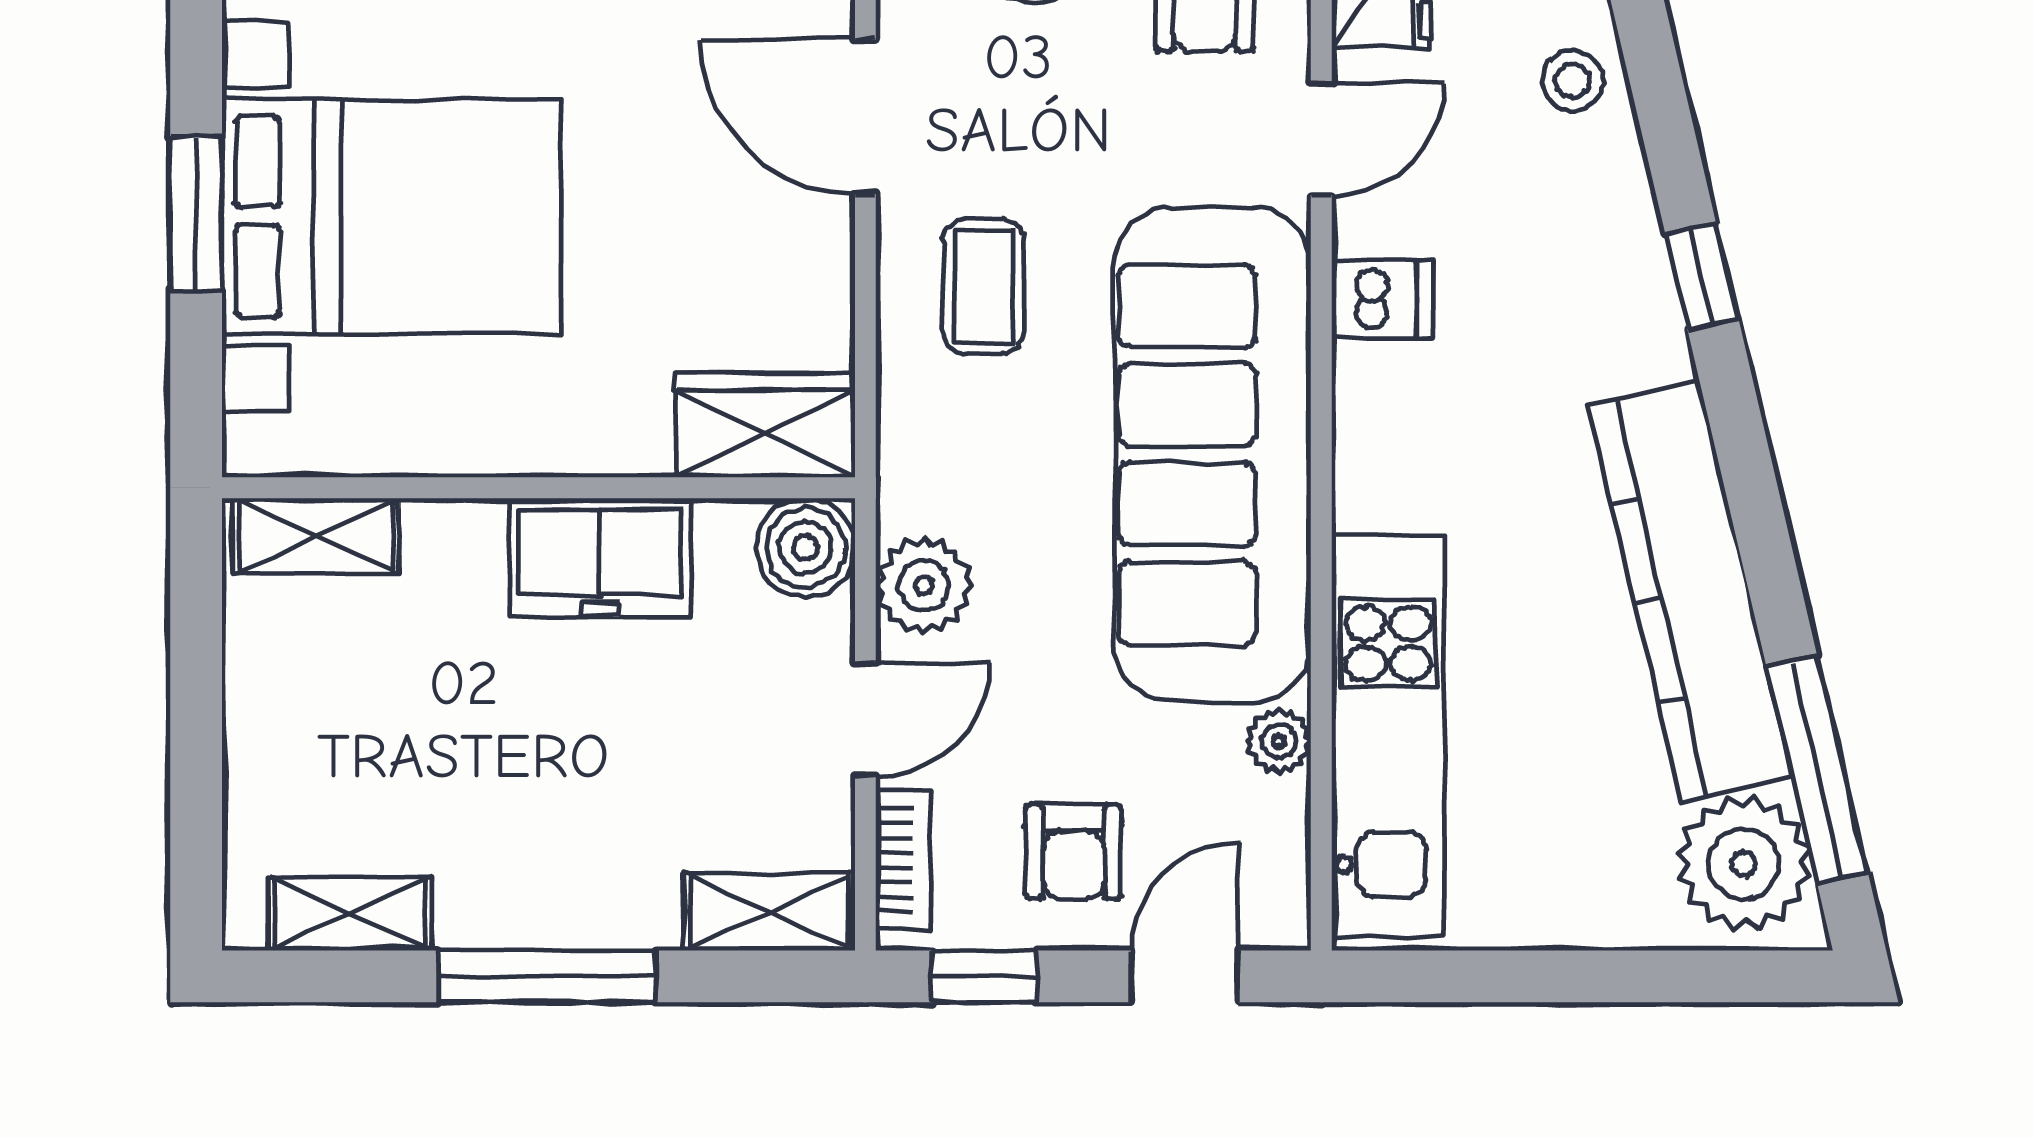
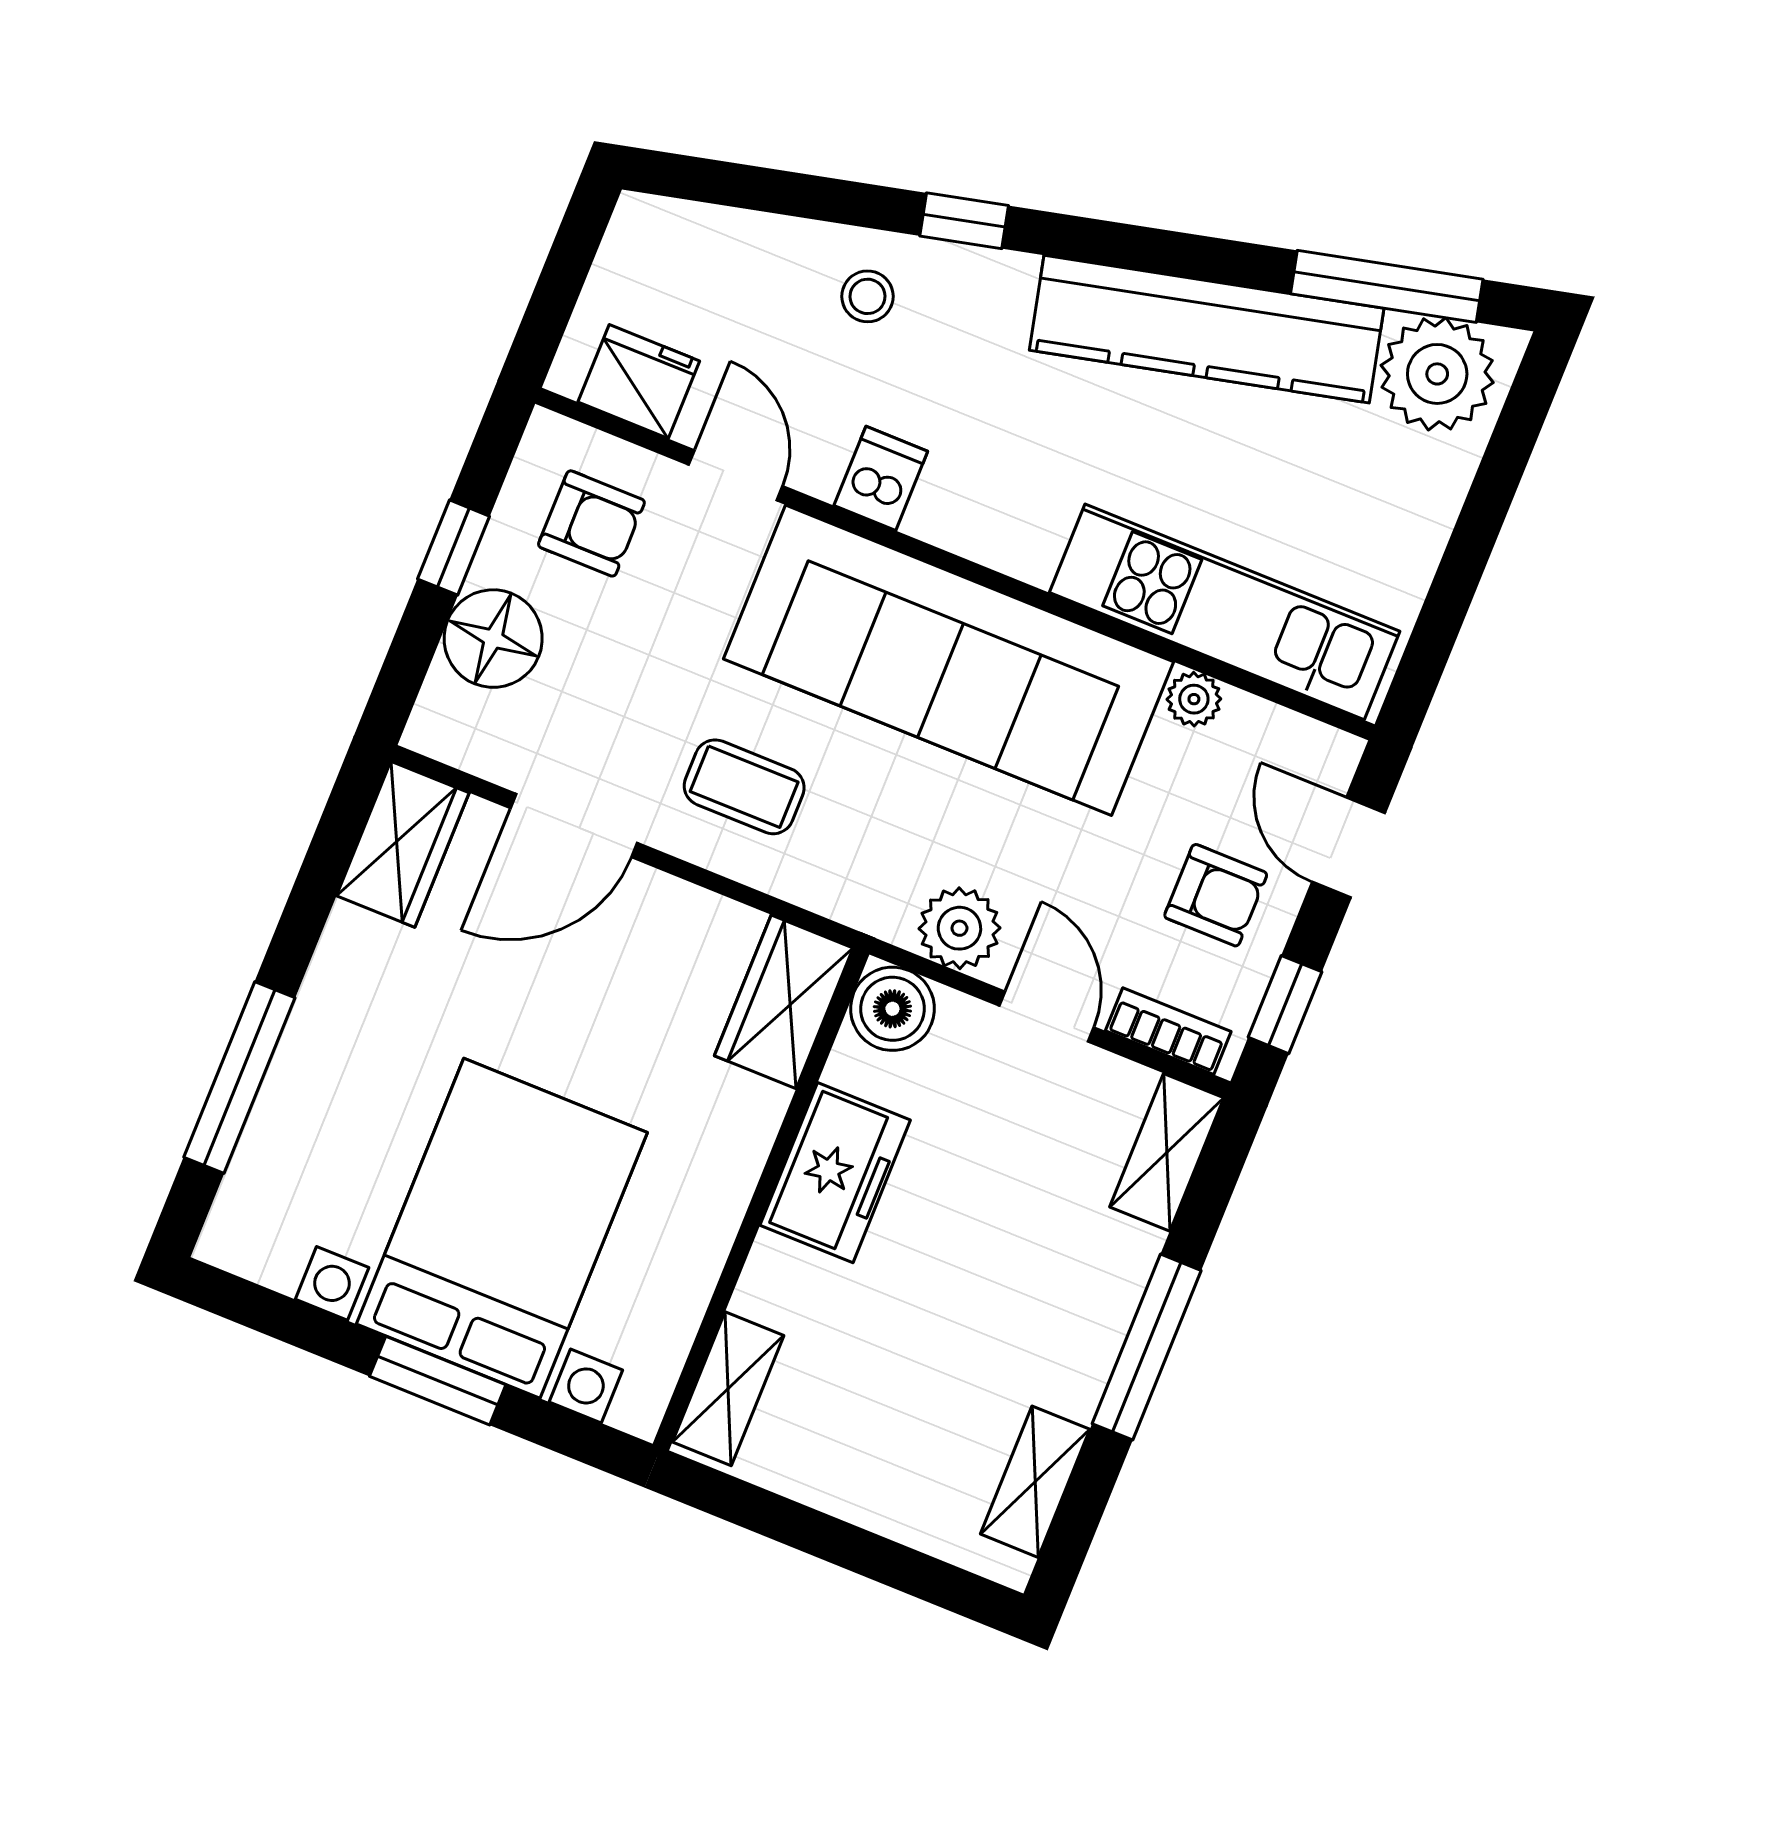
stool: (1573, 81) -> (868, 296), moved

